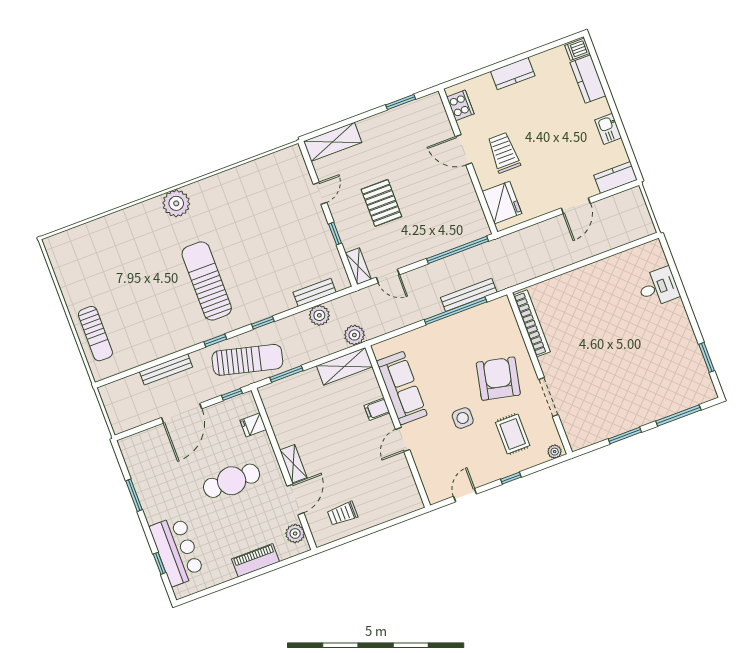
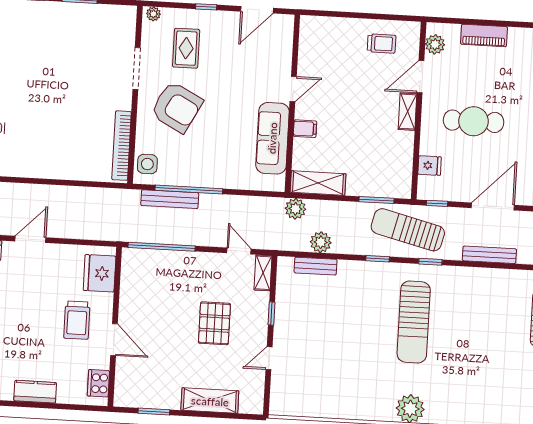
shelving: (333, 142) -> (210, 401), moved
armchair: (498, 379) -> (177, 107), turned -74
side table: (463, 418) -> (147, 164), moved
door: (465, 495) -> (257, 10), width x1.38

